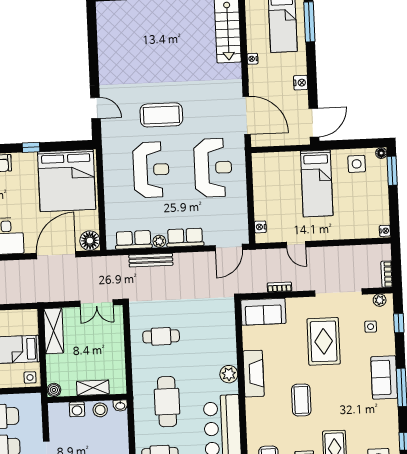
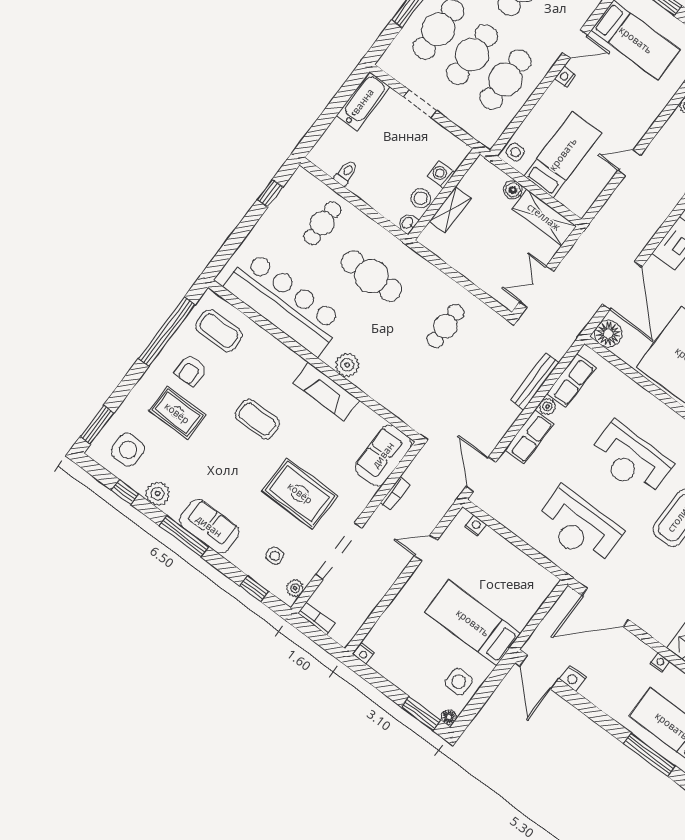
nightstand: (301, 83) -> (573, 678), moved
boiler: (54, 390) -> (513, 190), moved
plant: (390, 422) -> (158, 494), added

